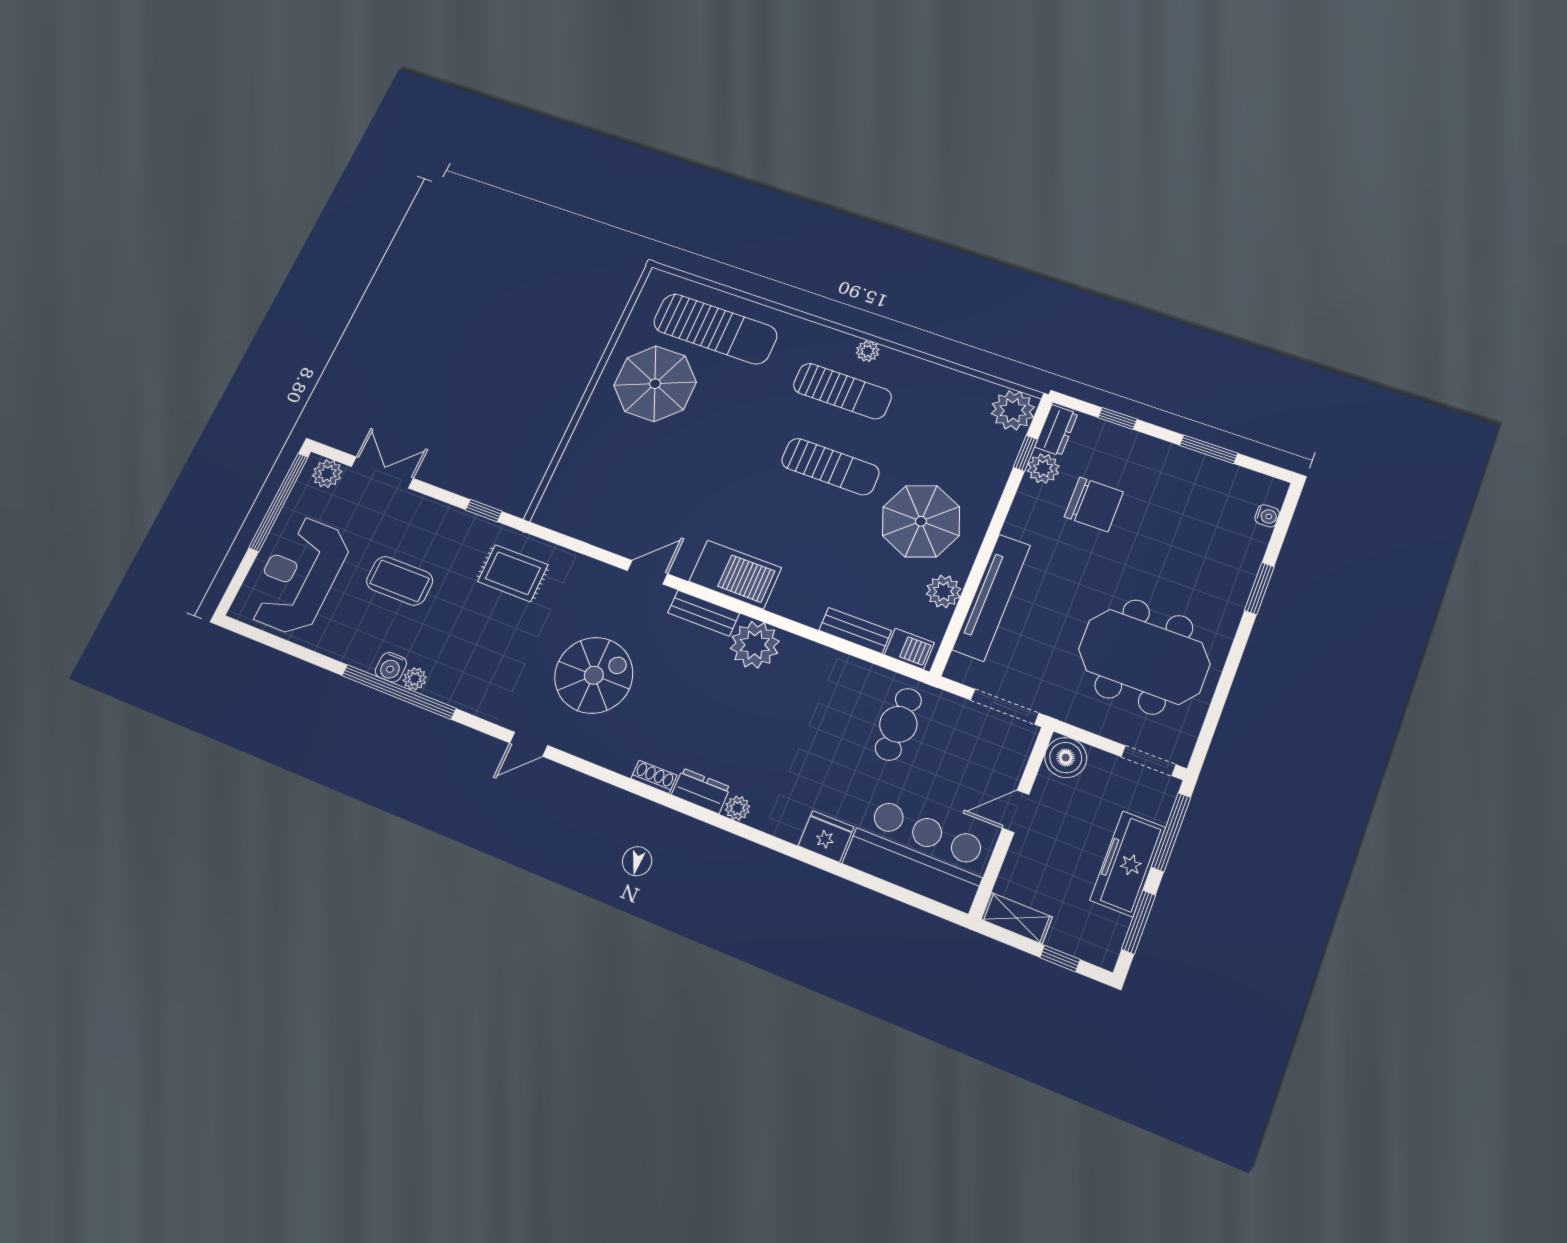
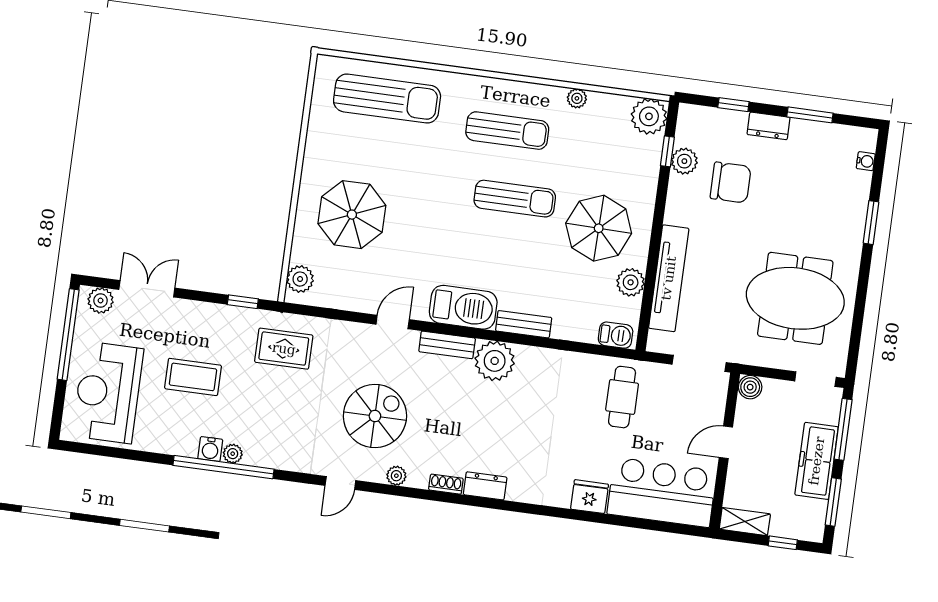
plant: (868, 351) -> (577, 98), moved
parasol: (655, 384) -> (352, 215), moved
dresser: (1056, 430) -> (769, 126), moved, turned 90
plant: (556, 500) -> (300, 279), added
bench: (855, 630) -> (524, 324), moved
boiler: (1066, 758) -> (750, 387), width x0.73, depth x0.73
plant: (738, 808) -> (396, 476), moved

